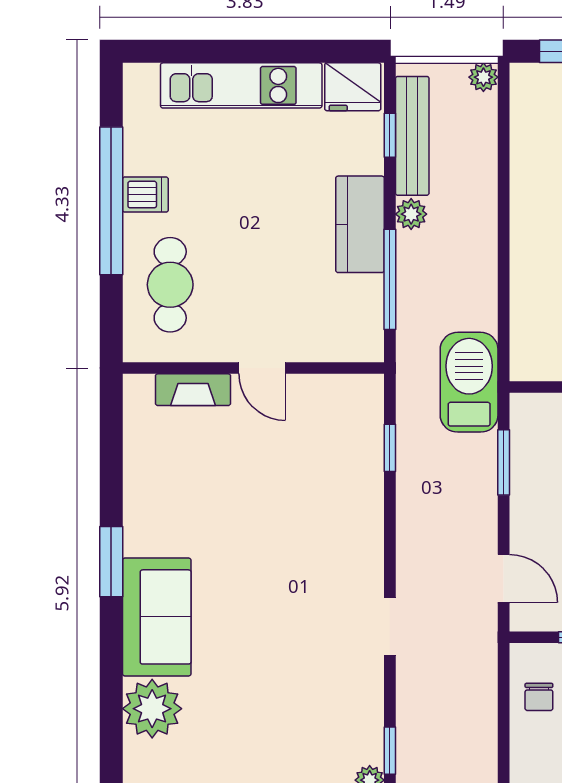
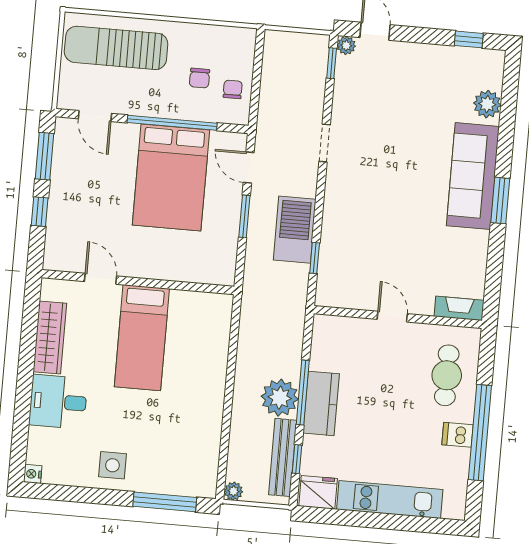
plant: (411, 214) -> (280, 398), width x1.88, depth x1.88
window: (390, 279) -> (303, 393), moved
barbecue: (469, 382) -> (295, 230), moved, turned 180
fireplace: (193, 390) -> (459, 308), moved
window: (504, 462) -> (244, 216), moved
sofa: (157, 617) -> (473, 176), width x1.36
plant: (152, 709) -> (487, 104), width x0.73, depth x0.73

